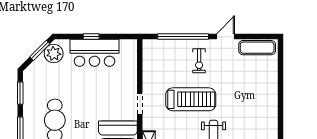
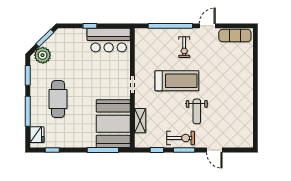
plant: (54, 53) -> (43, 55), moved
bar counter: (94, 53) -> (109, 40), moved

